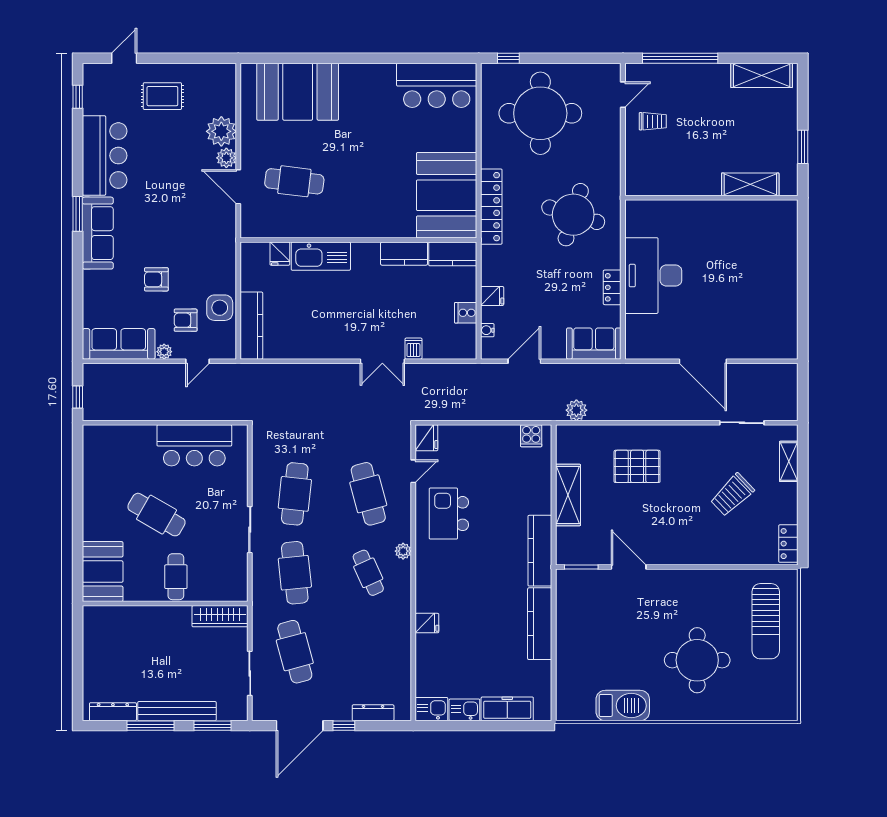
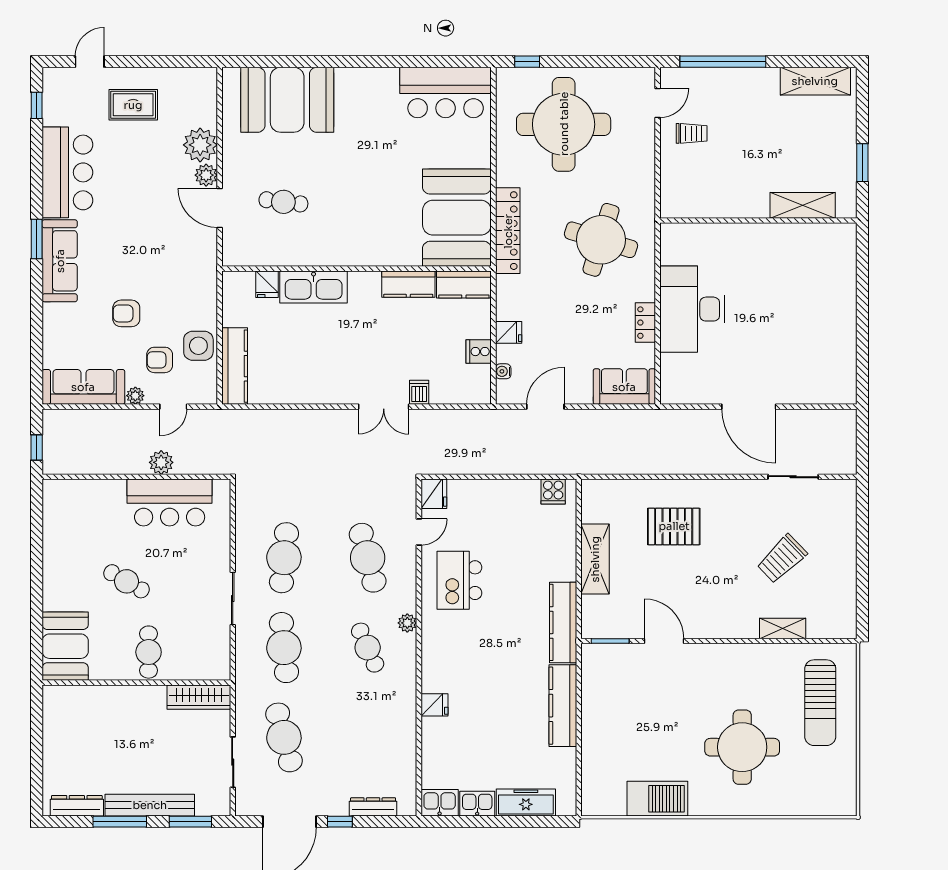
cafe table: (294, 181) -> (283, 202), width x0.73, depth x0.74
plant: (576, 410) -> (161, 462), moved
shelving: (789, 461) -> (783, 628), moved, turned 90
cafe table: (157, 515) -> (127, 581), width x0.73, depth x0.74
locker: (788, 544) -> (846, 614), removed

